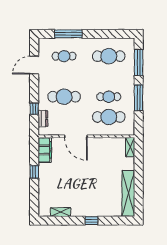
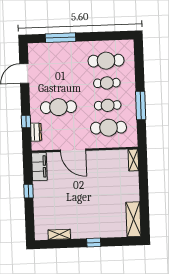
cafe table: (64, 56) -> (107, 83), moved
window: (139, 63) -> (139, 66), removed
shelving: (128, 193) -> (133, 219), width x0.68

